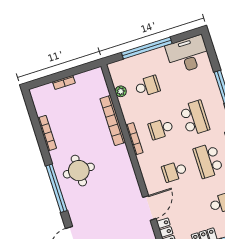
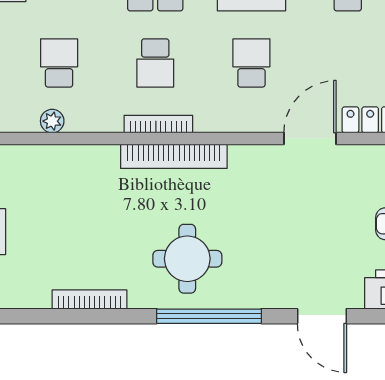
bookcase: (113, 120) -> (174, 156), moved
school desk: (175, 171) -> (251, 63), turned 180
door: (149, 208) -> (310, 139), hinge flipped

